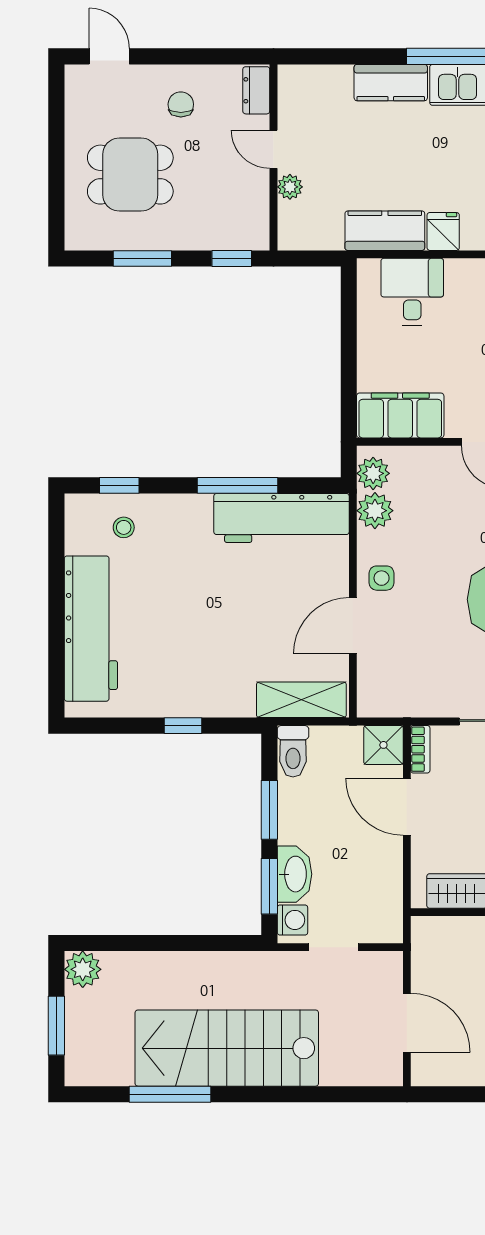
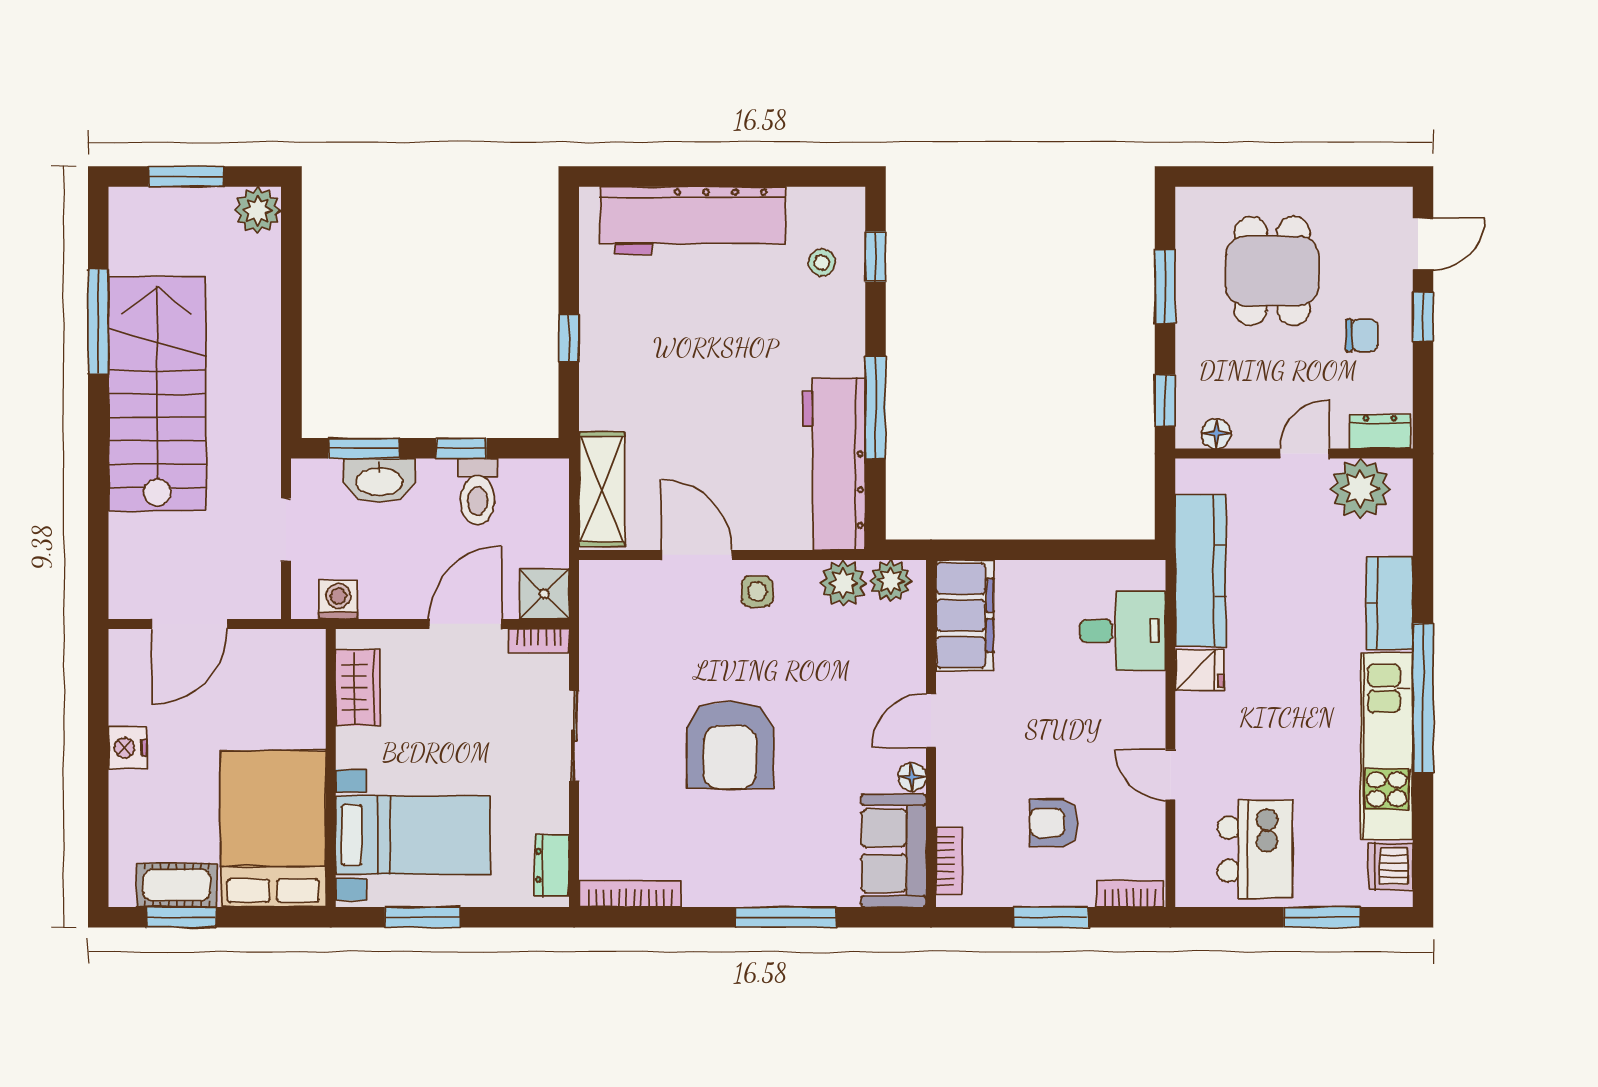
window: (166, 56) -> (1423, 317), added
plant: (290, 187) -> (1360, 489), moved, width x1.87, depth x1.87
floor lamp: (258, 218) -> (1216, 434), added
kitchen counter: (385, 231) -> (1201, 570), width x1.50
toilet: (293, 751) -> (478, 492), moved, turned -90
window: (269, 810) -> (461, 448), width x0.67
washing machine: (292, 920) -> (338, 600), moved, turned 180

